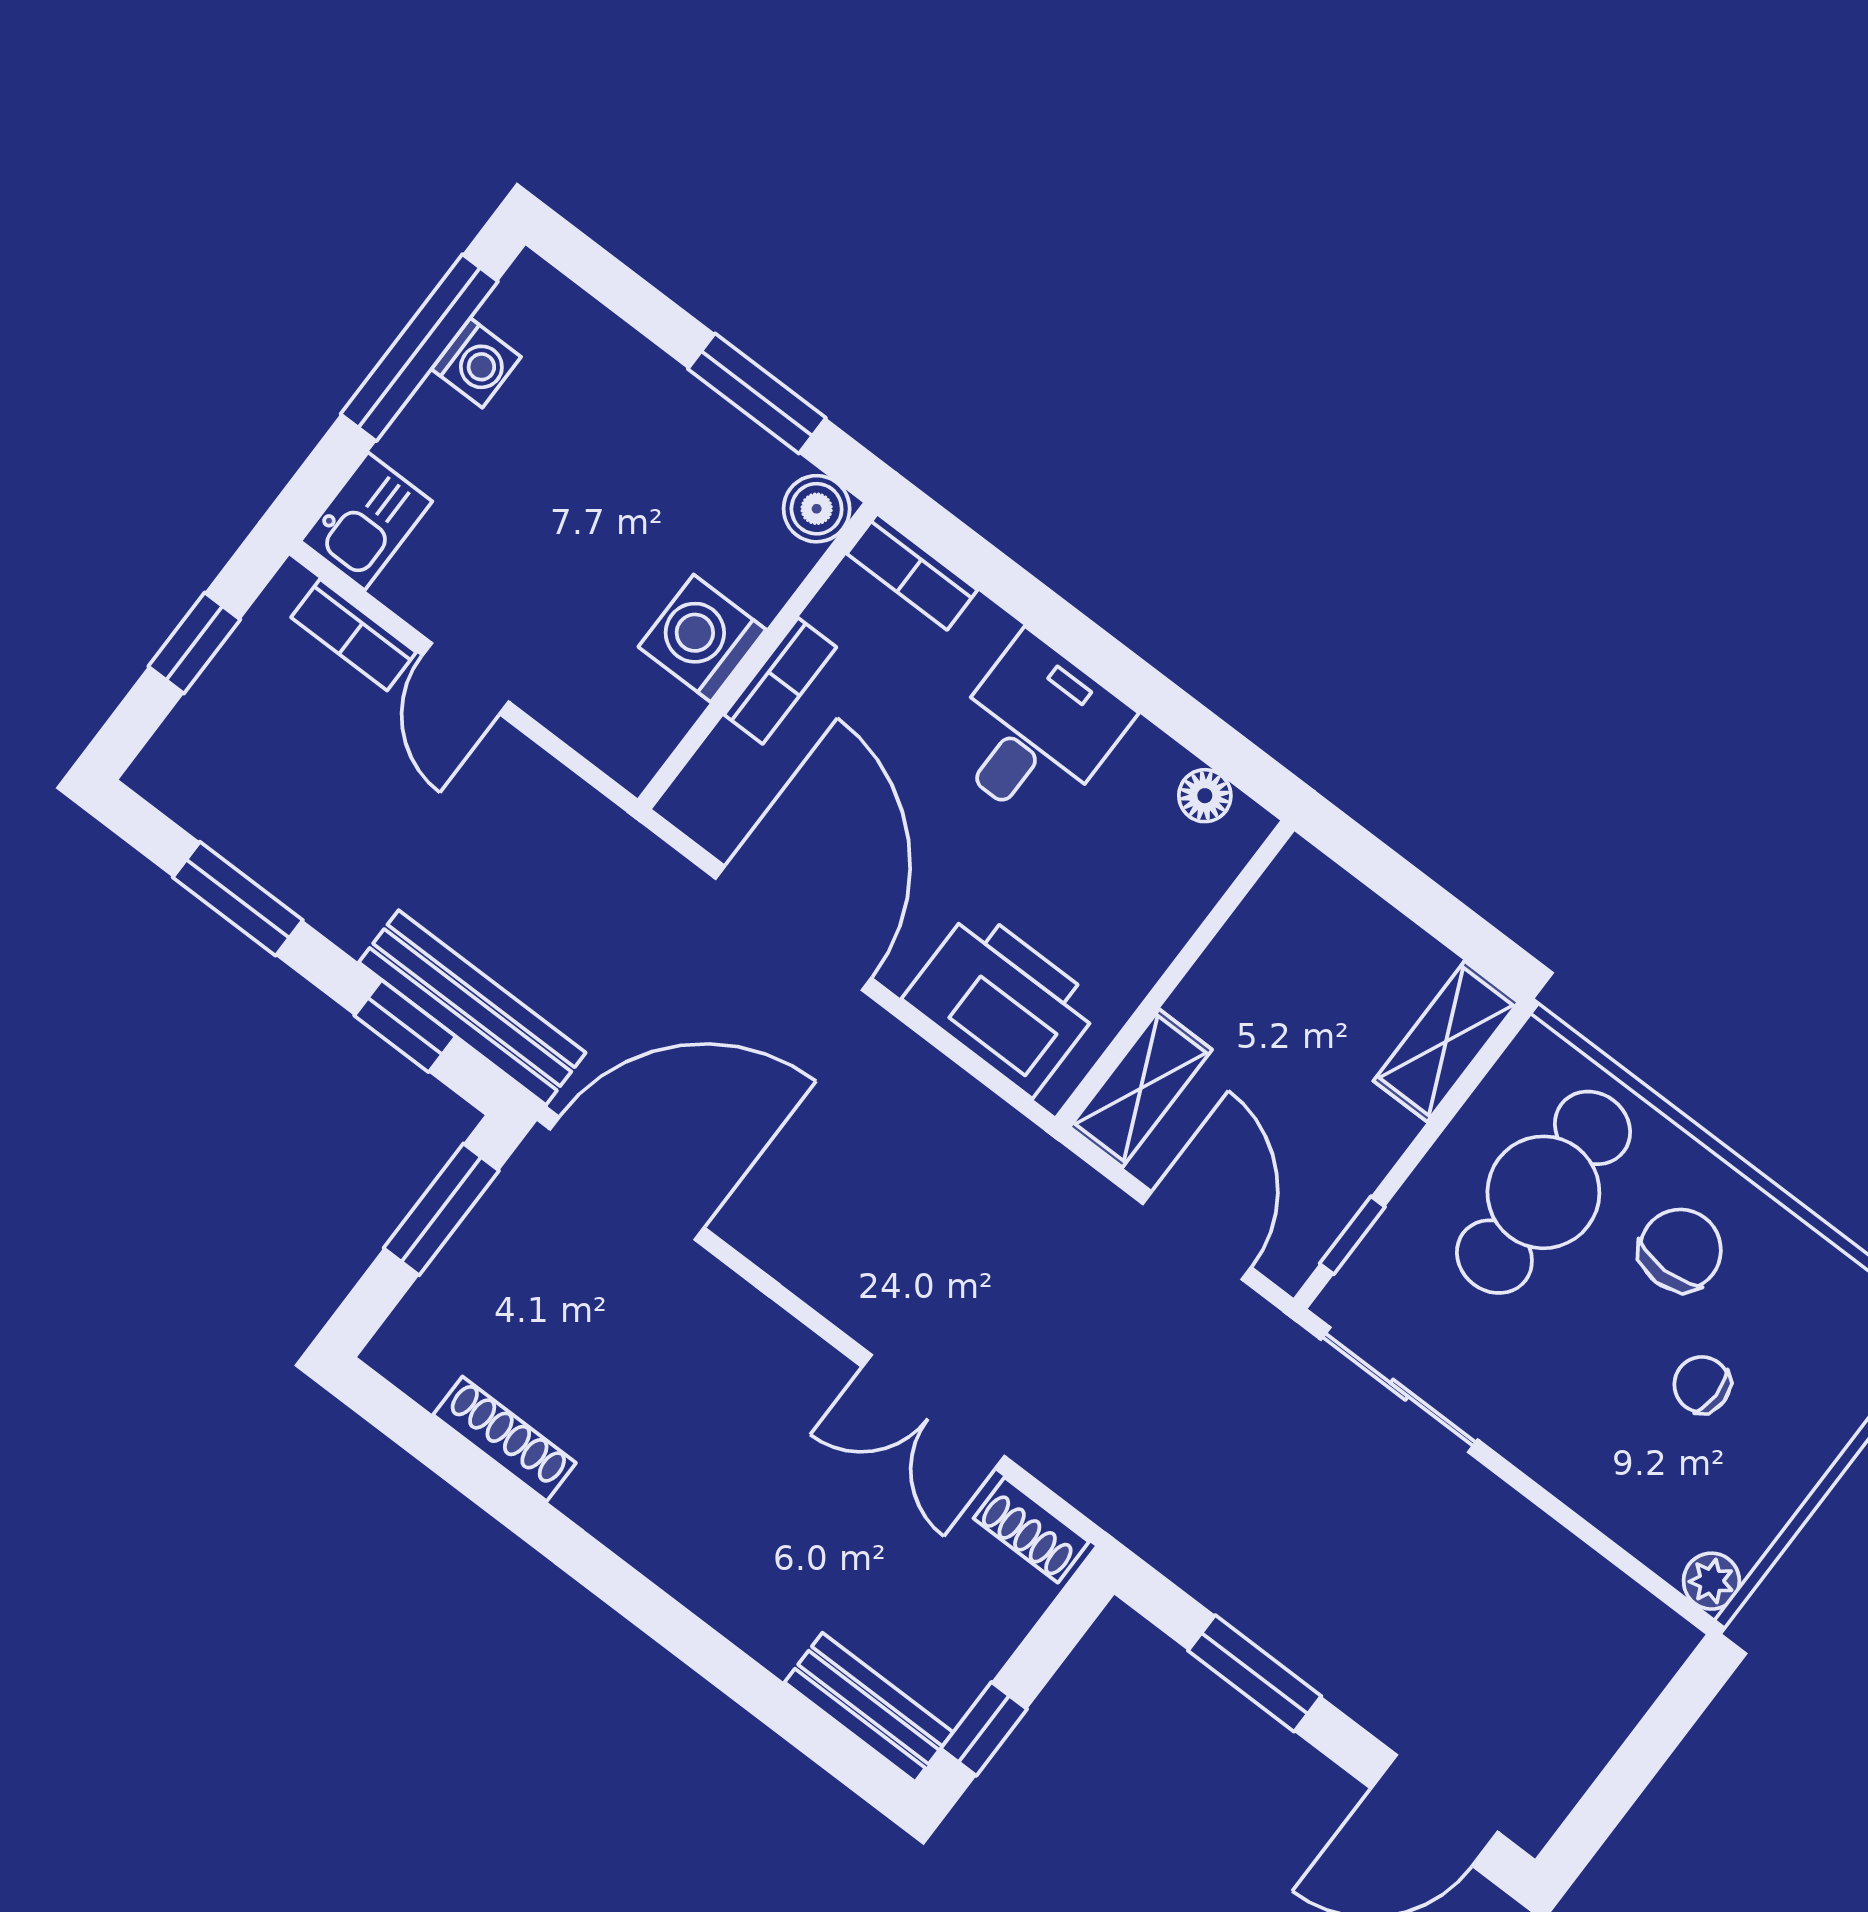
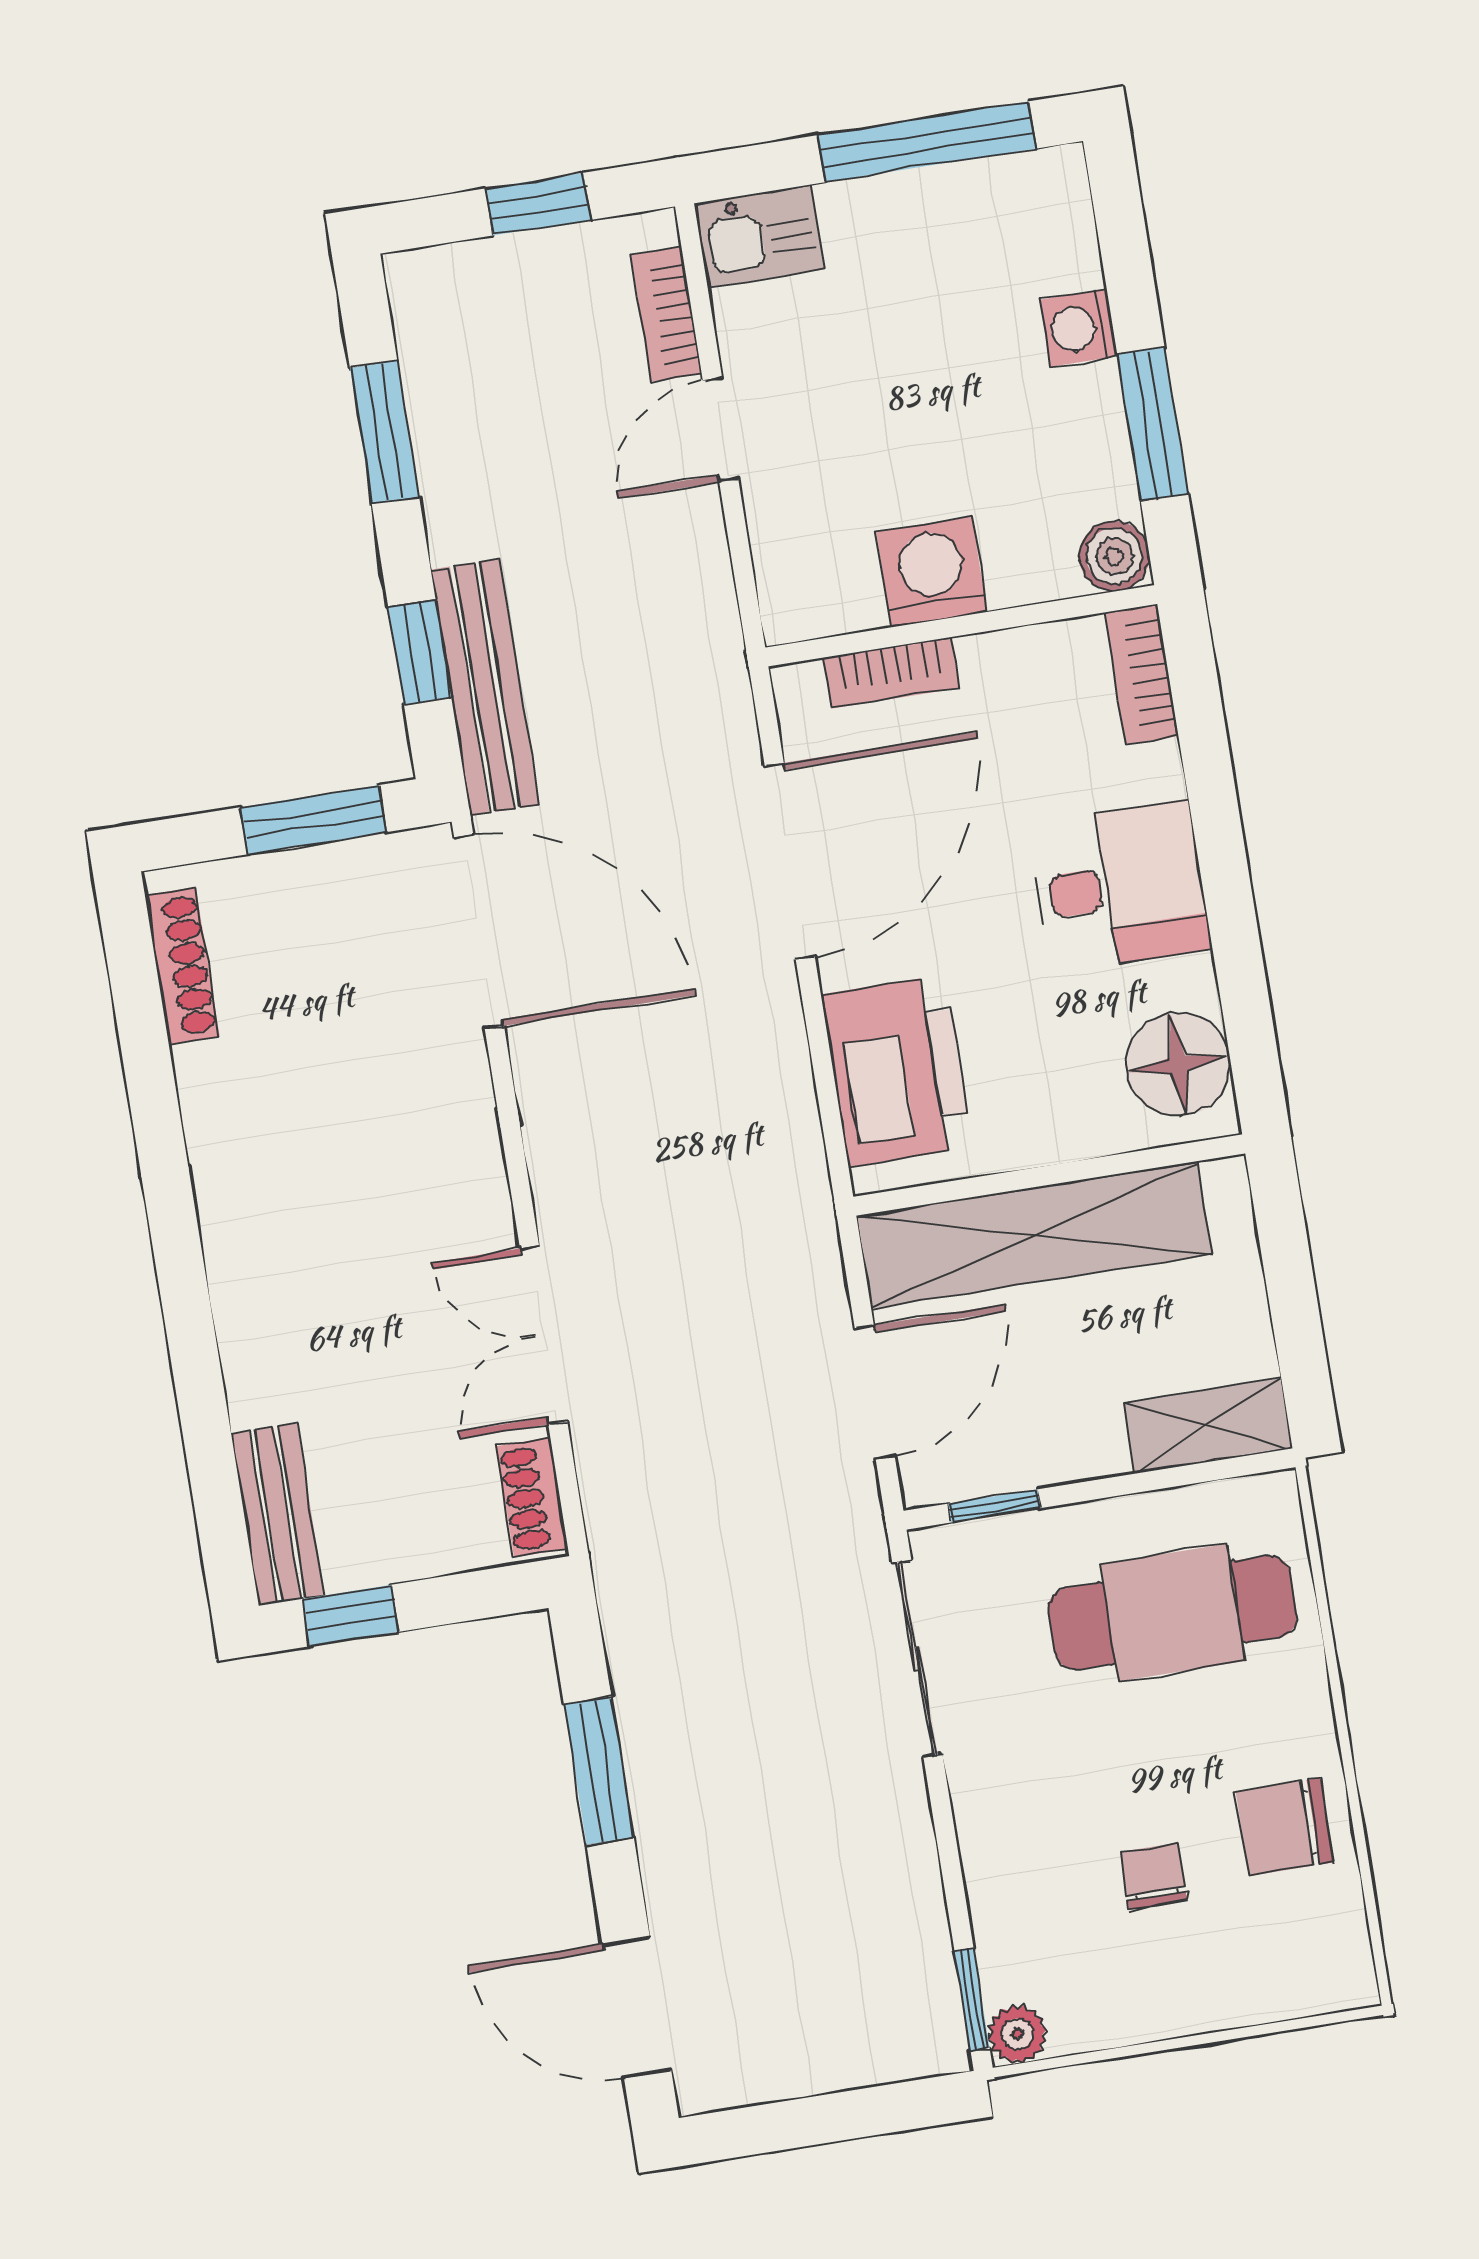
washing machine: (476, 363) -> (1079, 328), moved, turned 90
bookcase: (780, 681) -> (891, 673), moved
floor lamp: (1205, 796) -> (1178, 1064), width x1.89, depth x1.89
shelving: (1141, 1088) -> (1034, 1235), width x2.20, depth x1.33
chair: (1680, 1250) -> (1285, 1827), moved, turned 180
shoe rack: (505, 1439) -> (182, 966), moved
window: (1658, 1587) -> (972, 1999), added

